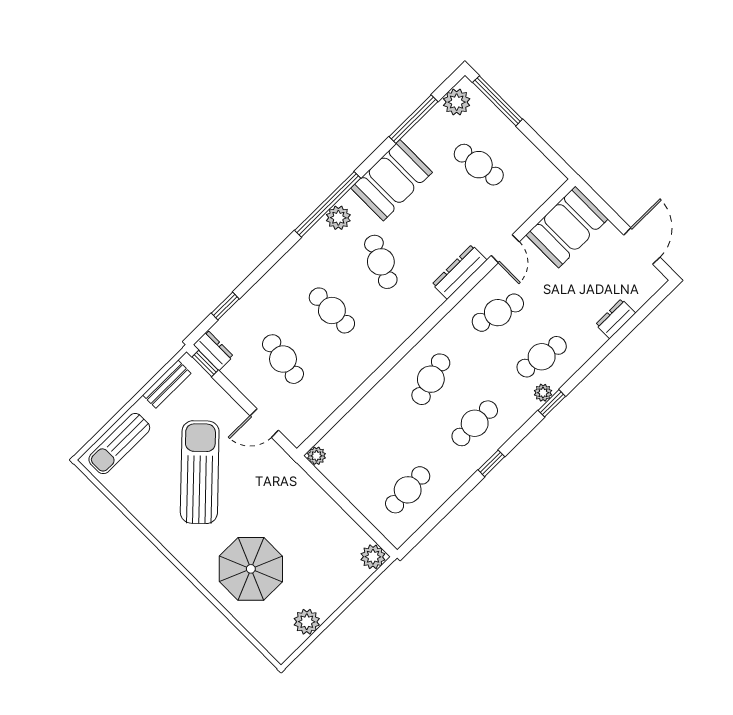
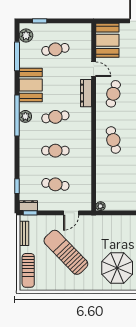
window: (498, 101) -> (40, 21), width x0.46
cafe table: (381, 262) -> (55, 117), turned -33

